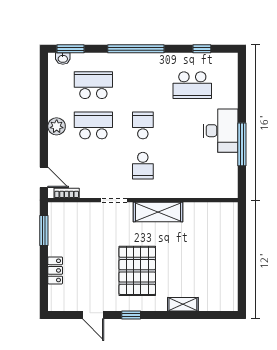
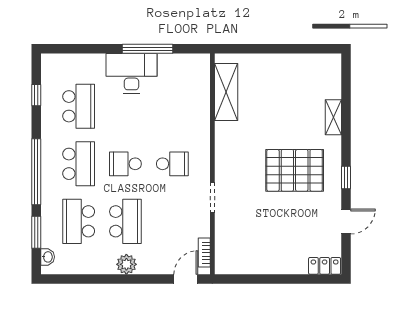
window: (70, 49) -> (36, 232), moved
school desk: (143, 85) -> (79, 164), added
school desk: (93, 125) -> (125, 221), turned 180
shelving: (158, 212) -> (226, 92), moved
window: (44, 231) -> (248, 279), removed
locker: (55, 270) -> (325, 266), moved

